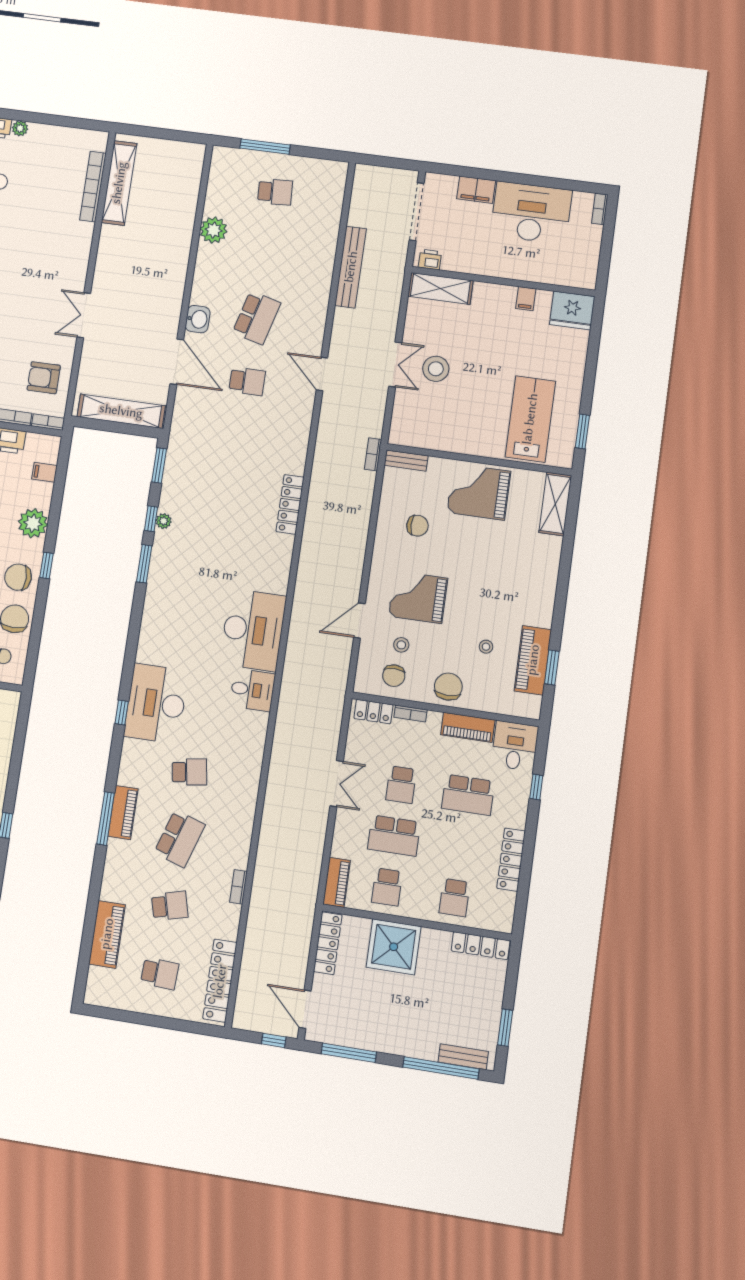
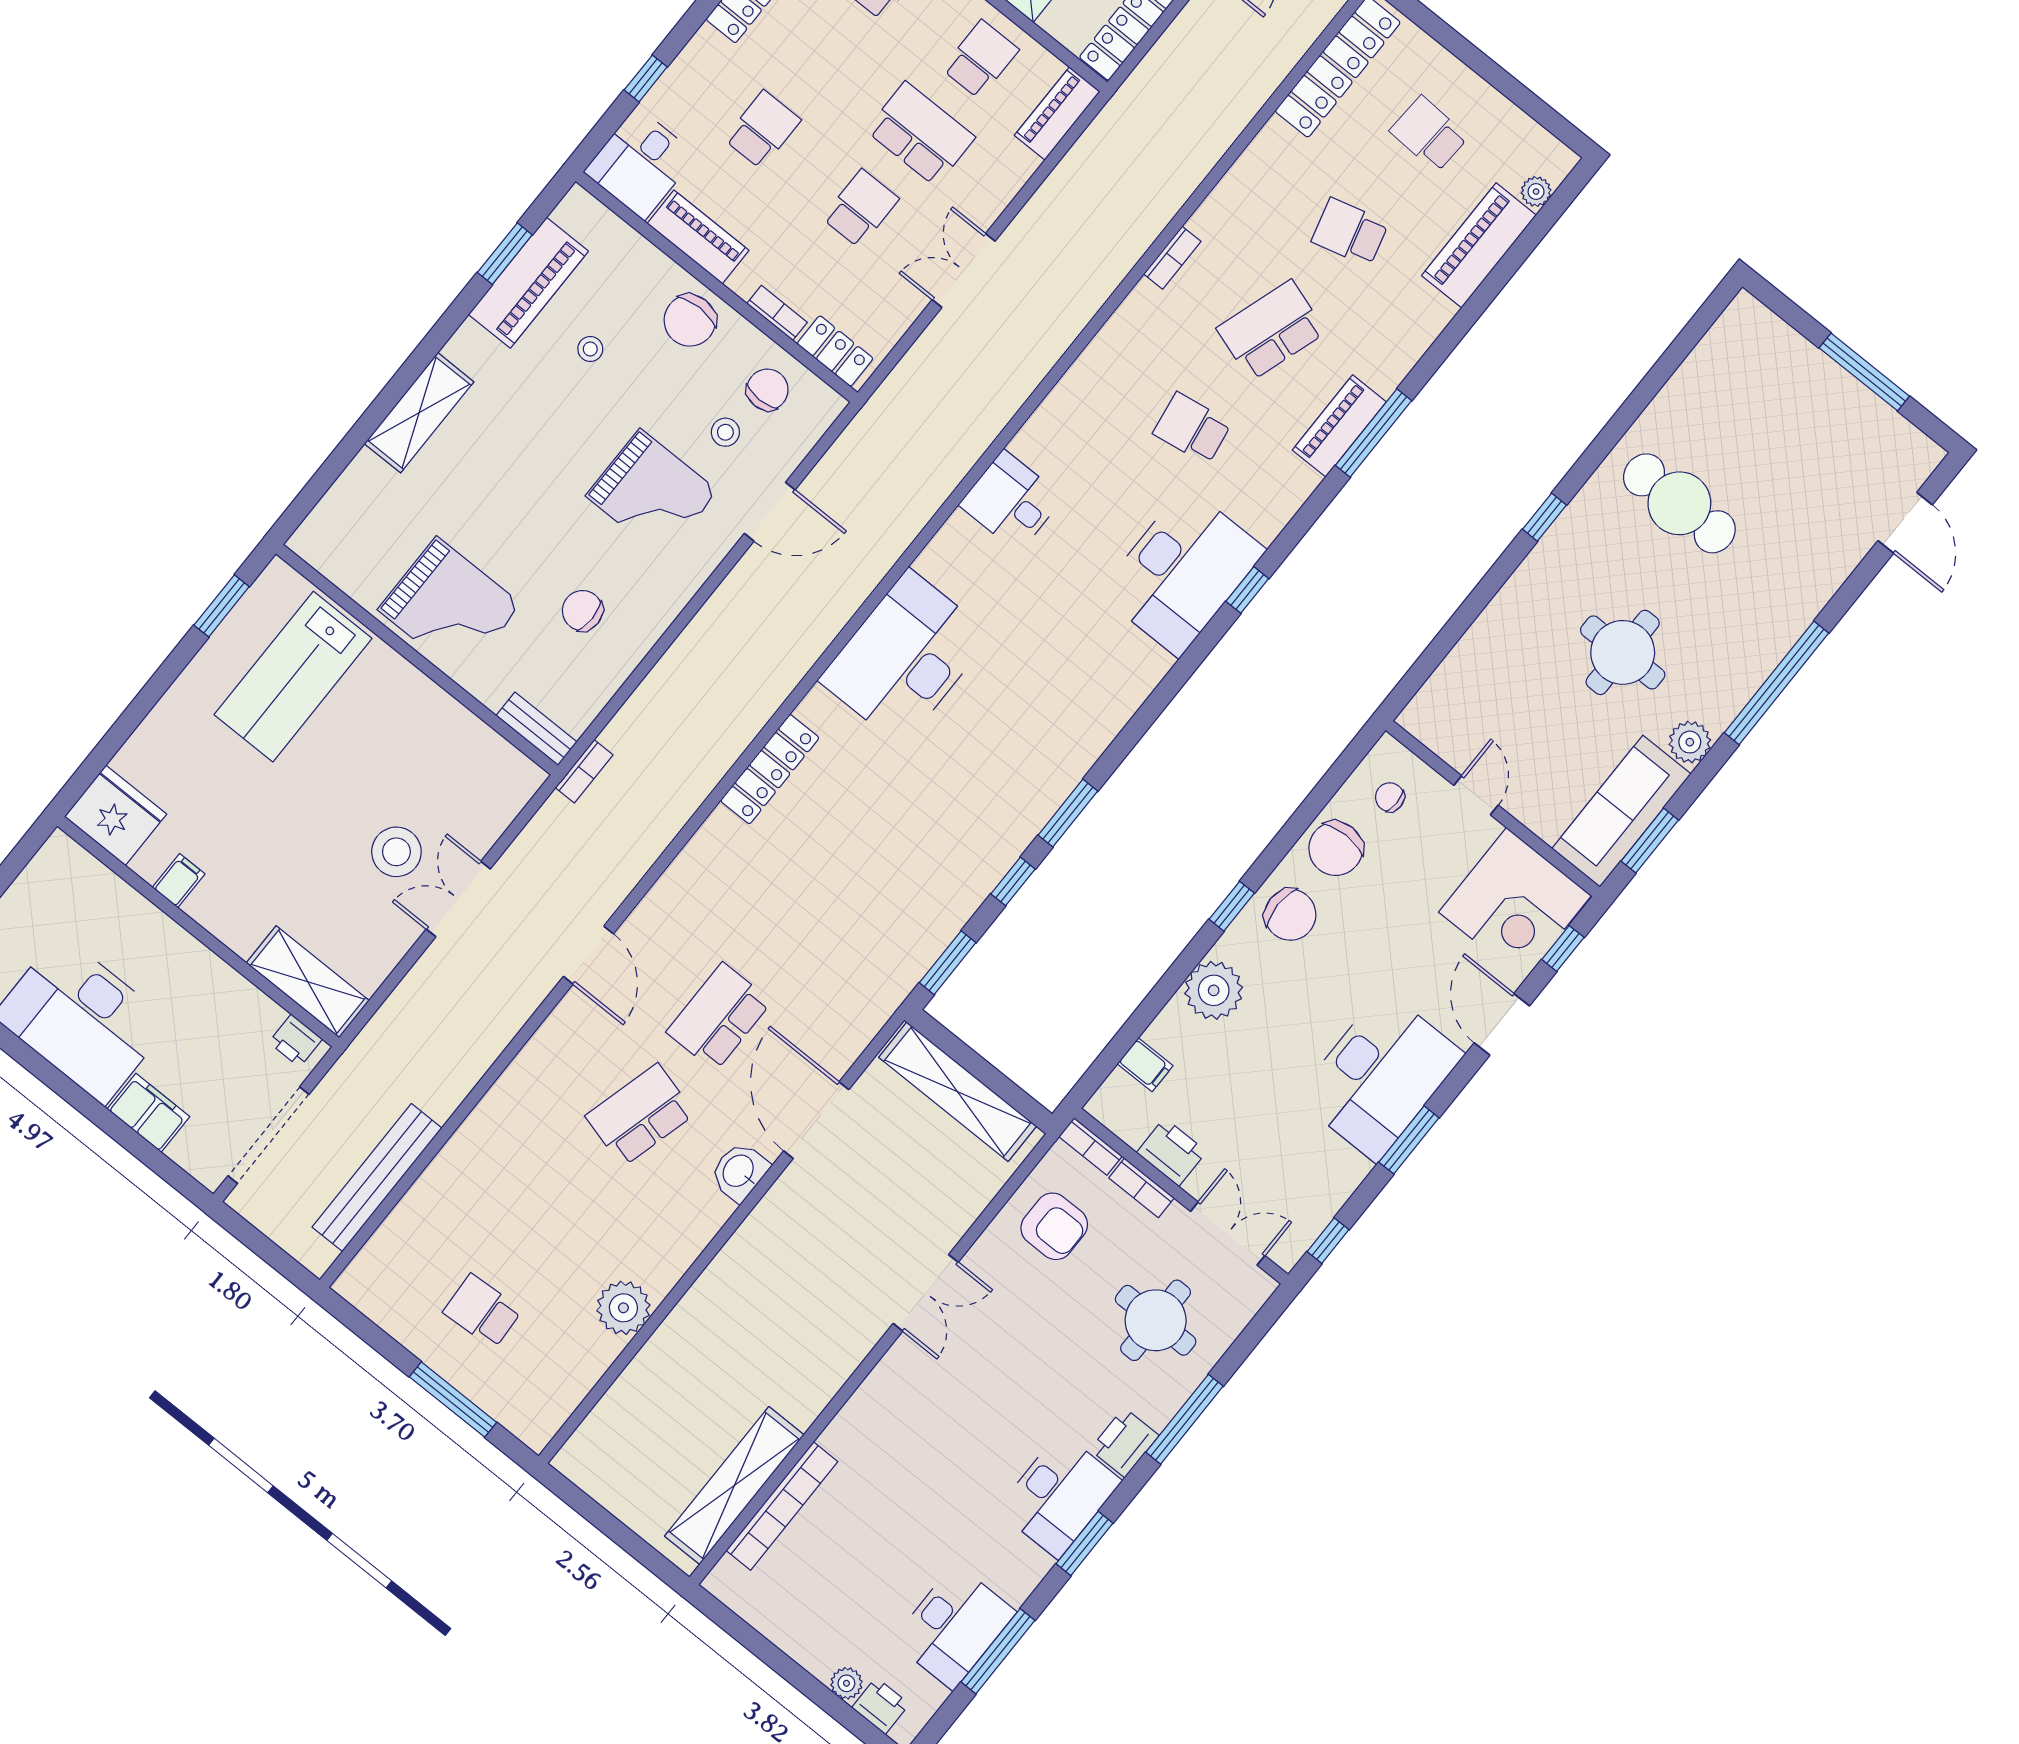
bench: (351, 267) -> (377, 1178), moved
school desk: (247, 381) -> (719, 1017), width x1.85
shelving: (555, 504) -> (419, 413), moved
plant: (164, 521) -> (1536, 192), moved
desk: (253, 630) -> (905, 658), moved
school desk: (468, 795) -> (762, 130), width x0.54
bookcase: (238, 887) -> (1172, 258), moved

